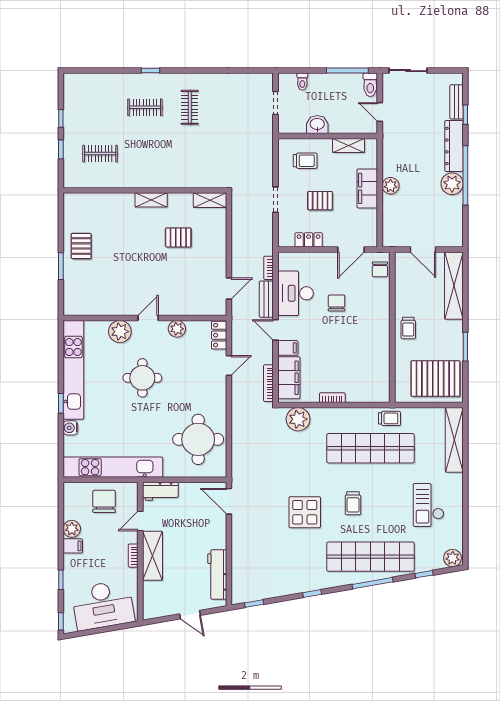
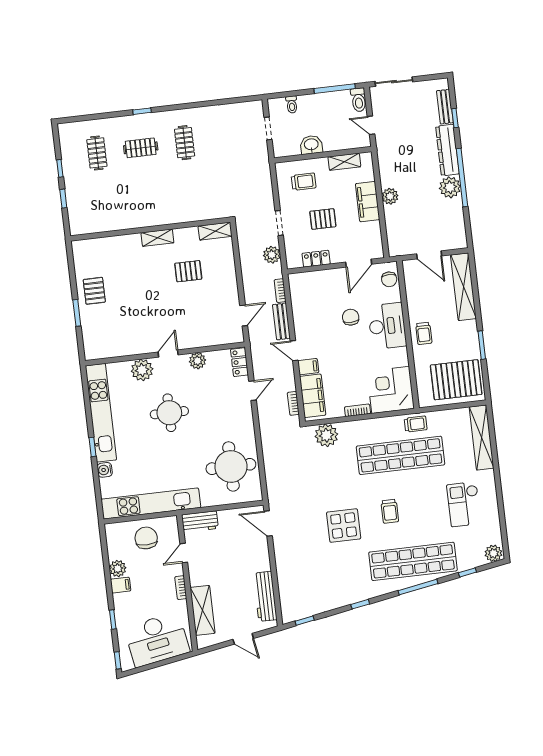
clothes rail: (100, 154) -> (97, 153), moved, turned 90
plant: (264, 231) -> (272, 255), added
desk: (296, 293) -> (387, 326), moved, turned 180
corner desk: (368, 381) -> (391, 390), added
bookcase: (268, 383) -> (293, 403), width x0.64
shelving: (152, 556) -> (203, 610), moved

